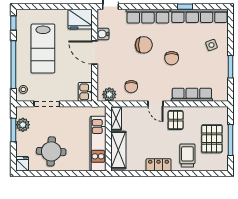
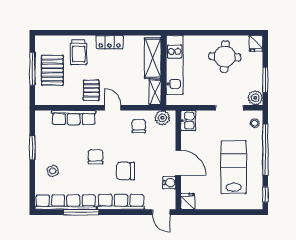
window: (185, 7) -> (81, 212), width x2.17
fridge: (80, 19) -> (188, 201), width x0.53, depth x0.75
plant: (23, 125) -> (255, 98), moved

